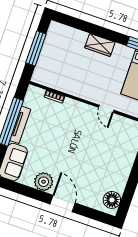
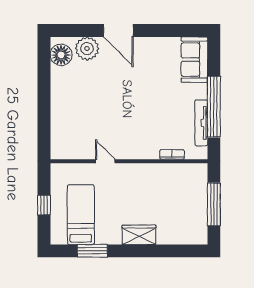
tv unit: (20, 125) -> (201, 123), moved
plant: (44, 182) -> (87, 49), moved

